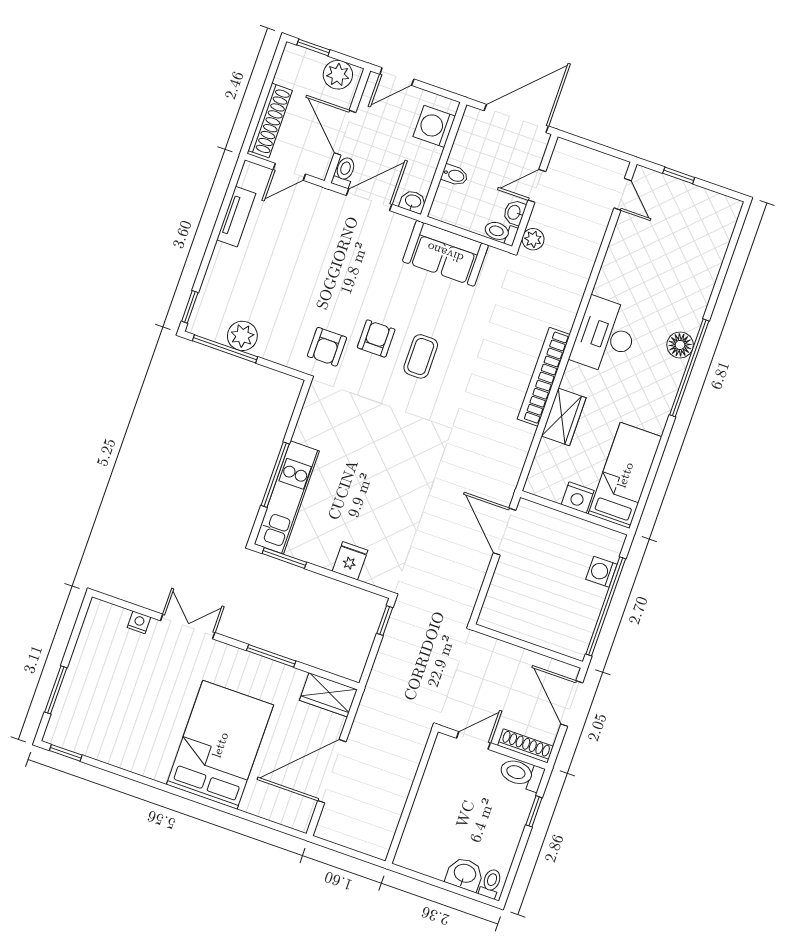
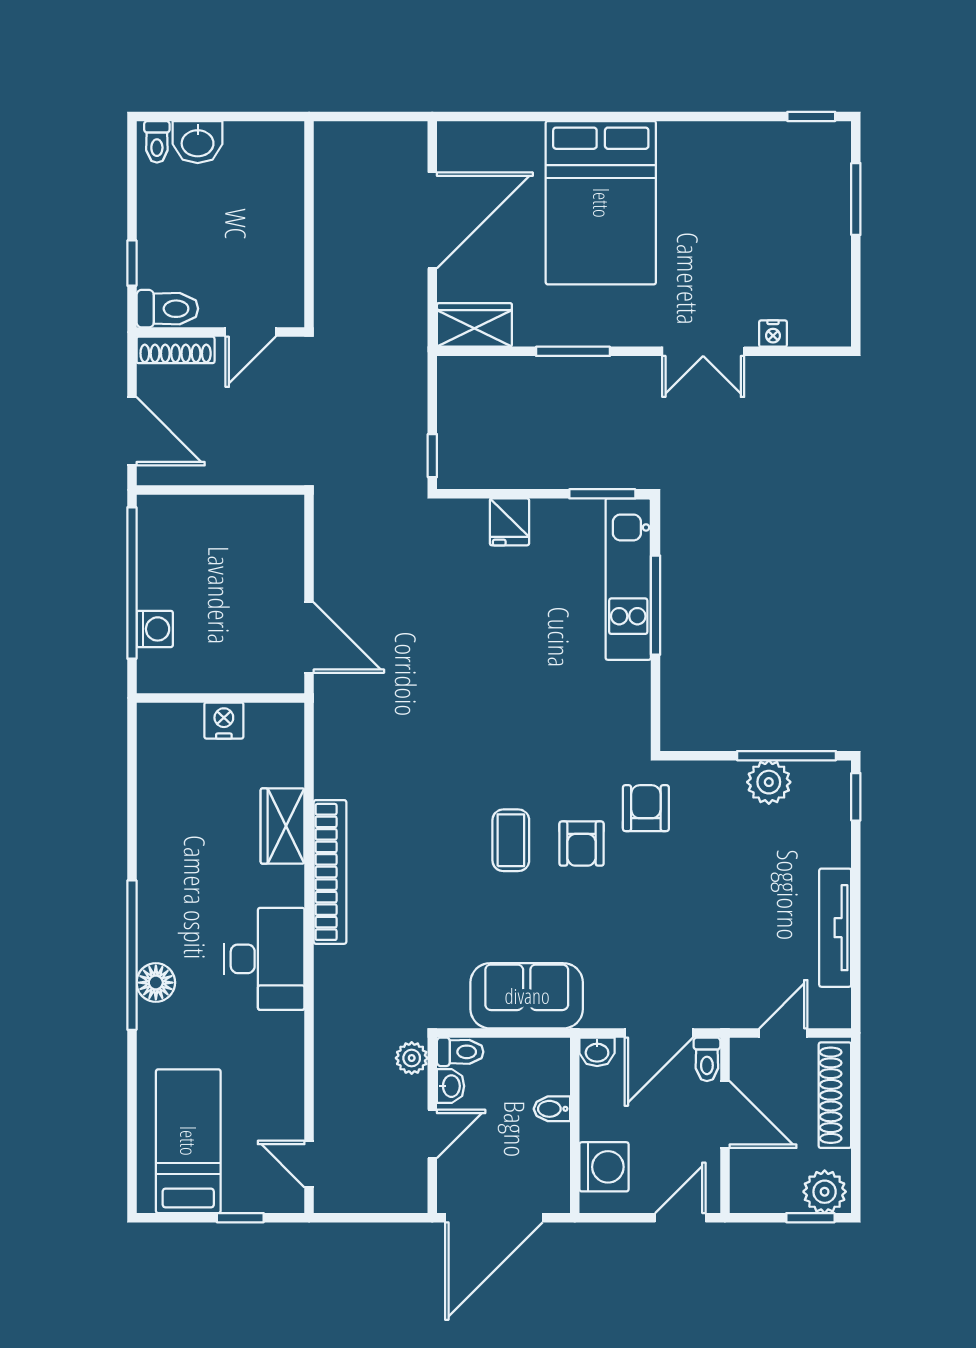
plant: (338, 75) -> (825, 1192), moved
tv unit: (236, 217) -> (835, 928), width x1.41
bed: (625, 475) -> (188, 1141), moved, turned 180

